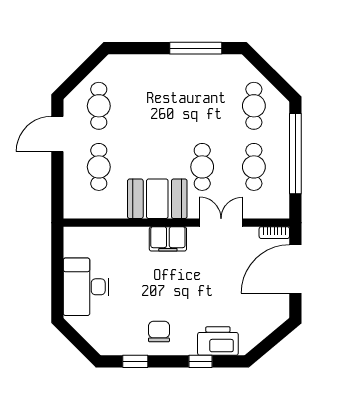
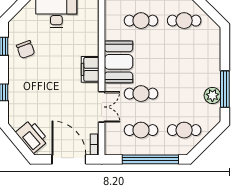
plant: (205, 66) -> (212, 95), added
chair: (159, 332) -> (26, 49), moved, turned 70
printer: (218, 341) -> (32, 136), moved, turned -40

